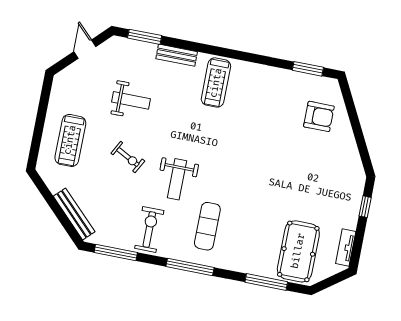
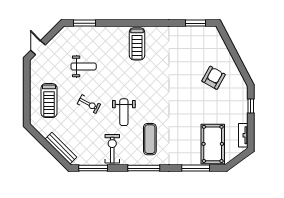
door: (85, 49) -> (38, 48), moved
bench: (177, 55) -> (108, 31), removed
armchair: (319, 116) -> (214, 78), moved, turned -61

